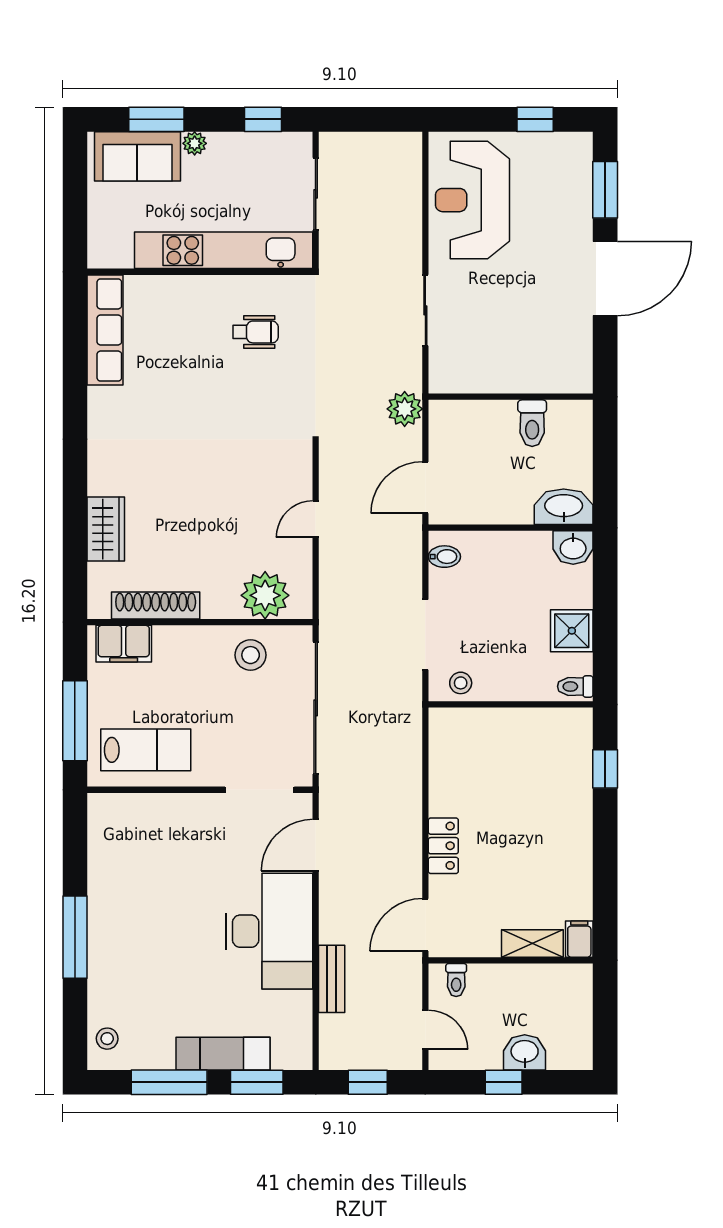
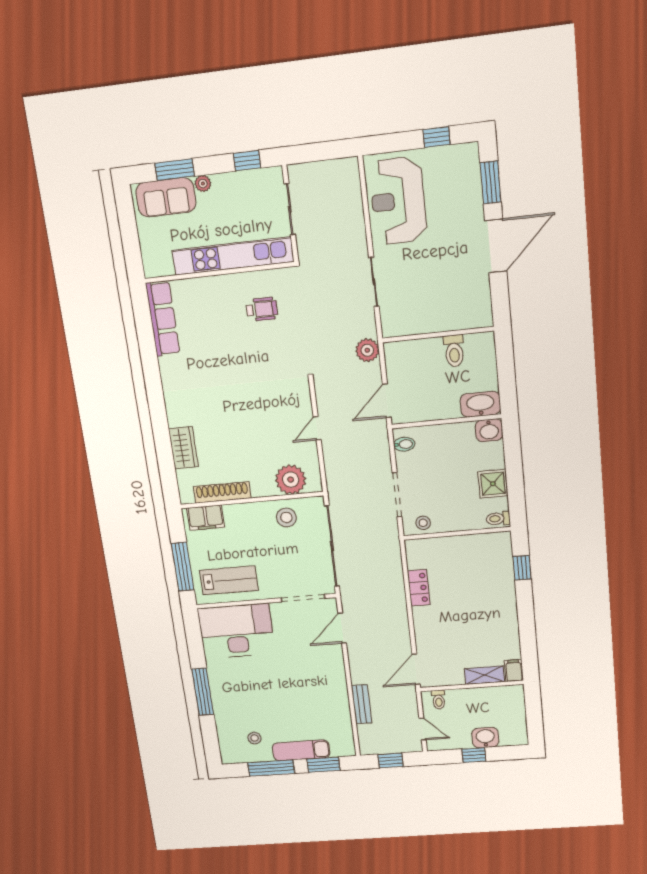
locker: (443, 846) -> (419, 588), moved
desk: (269, 931) -> (236, 631), moved, turned -90
stool: (107, 1039) -> (254, 738), moved

